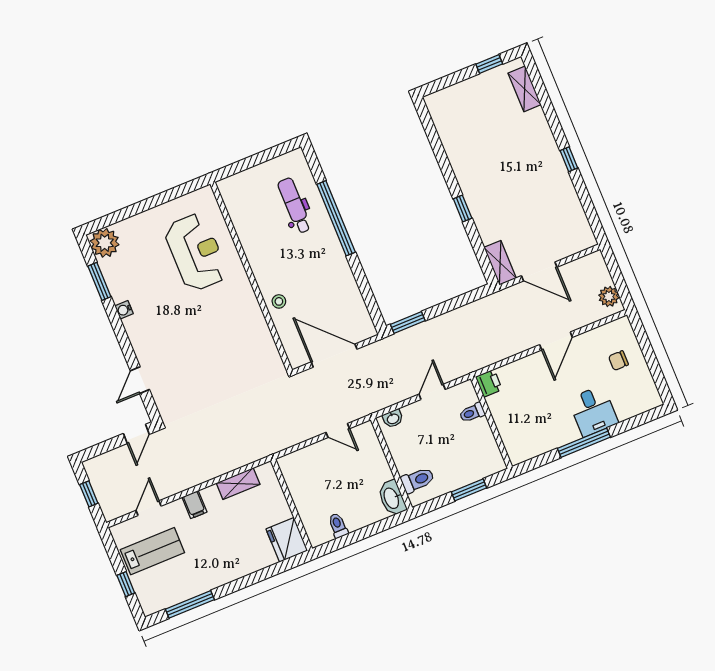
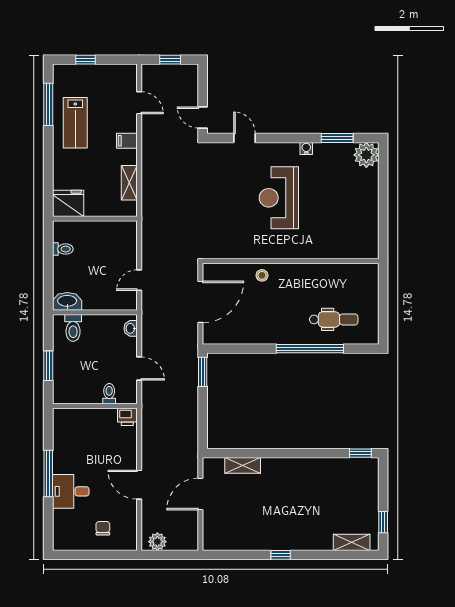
window: (463, 209) -> (360, 453), moved
reception desk: (196, 252) -> (279, 198), moved, turned 90
shelving: (500, 263) -> (243, 465), moved
lab bench: (152, 551) -> (75, 123), moved

